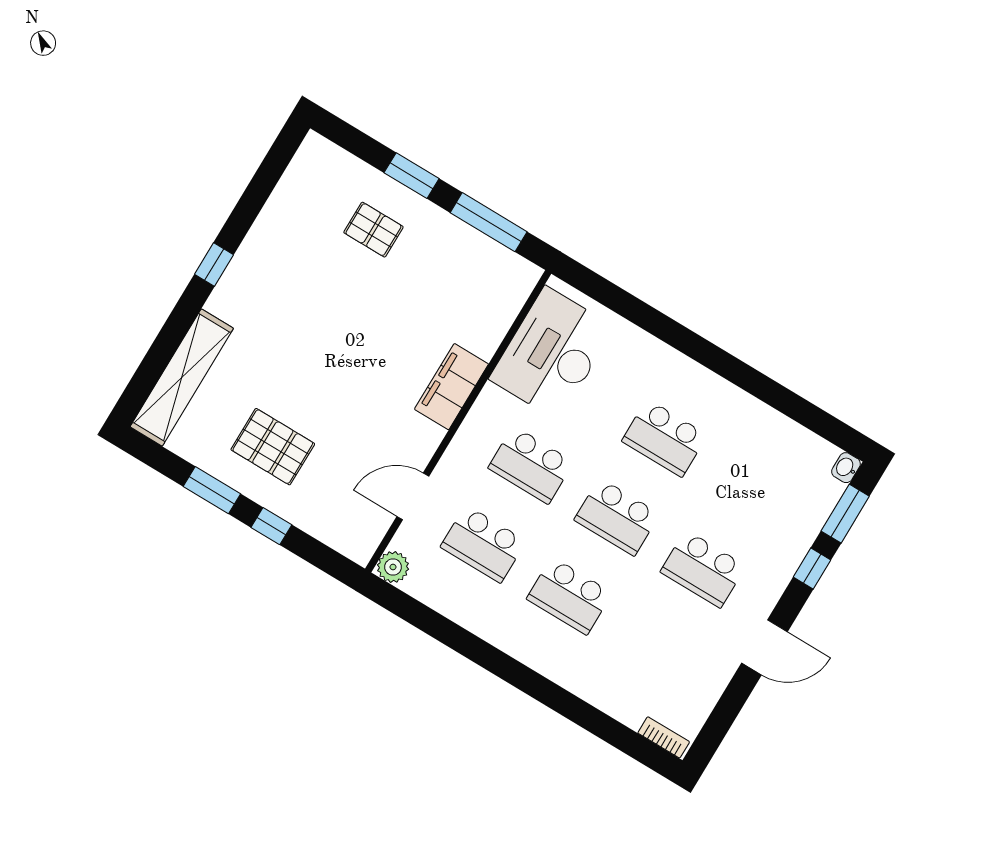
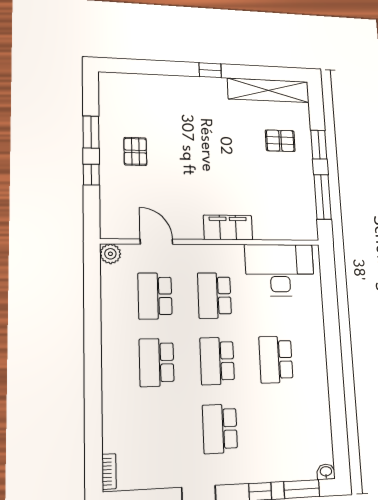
pallet: (373, 230) -> (280, 141), turned 90
shelving: (182, 377) -> (268, 90), moved
pallet: (273, 447) -> (135, 151), width x0.67, depth x0.71

